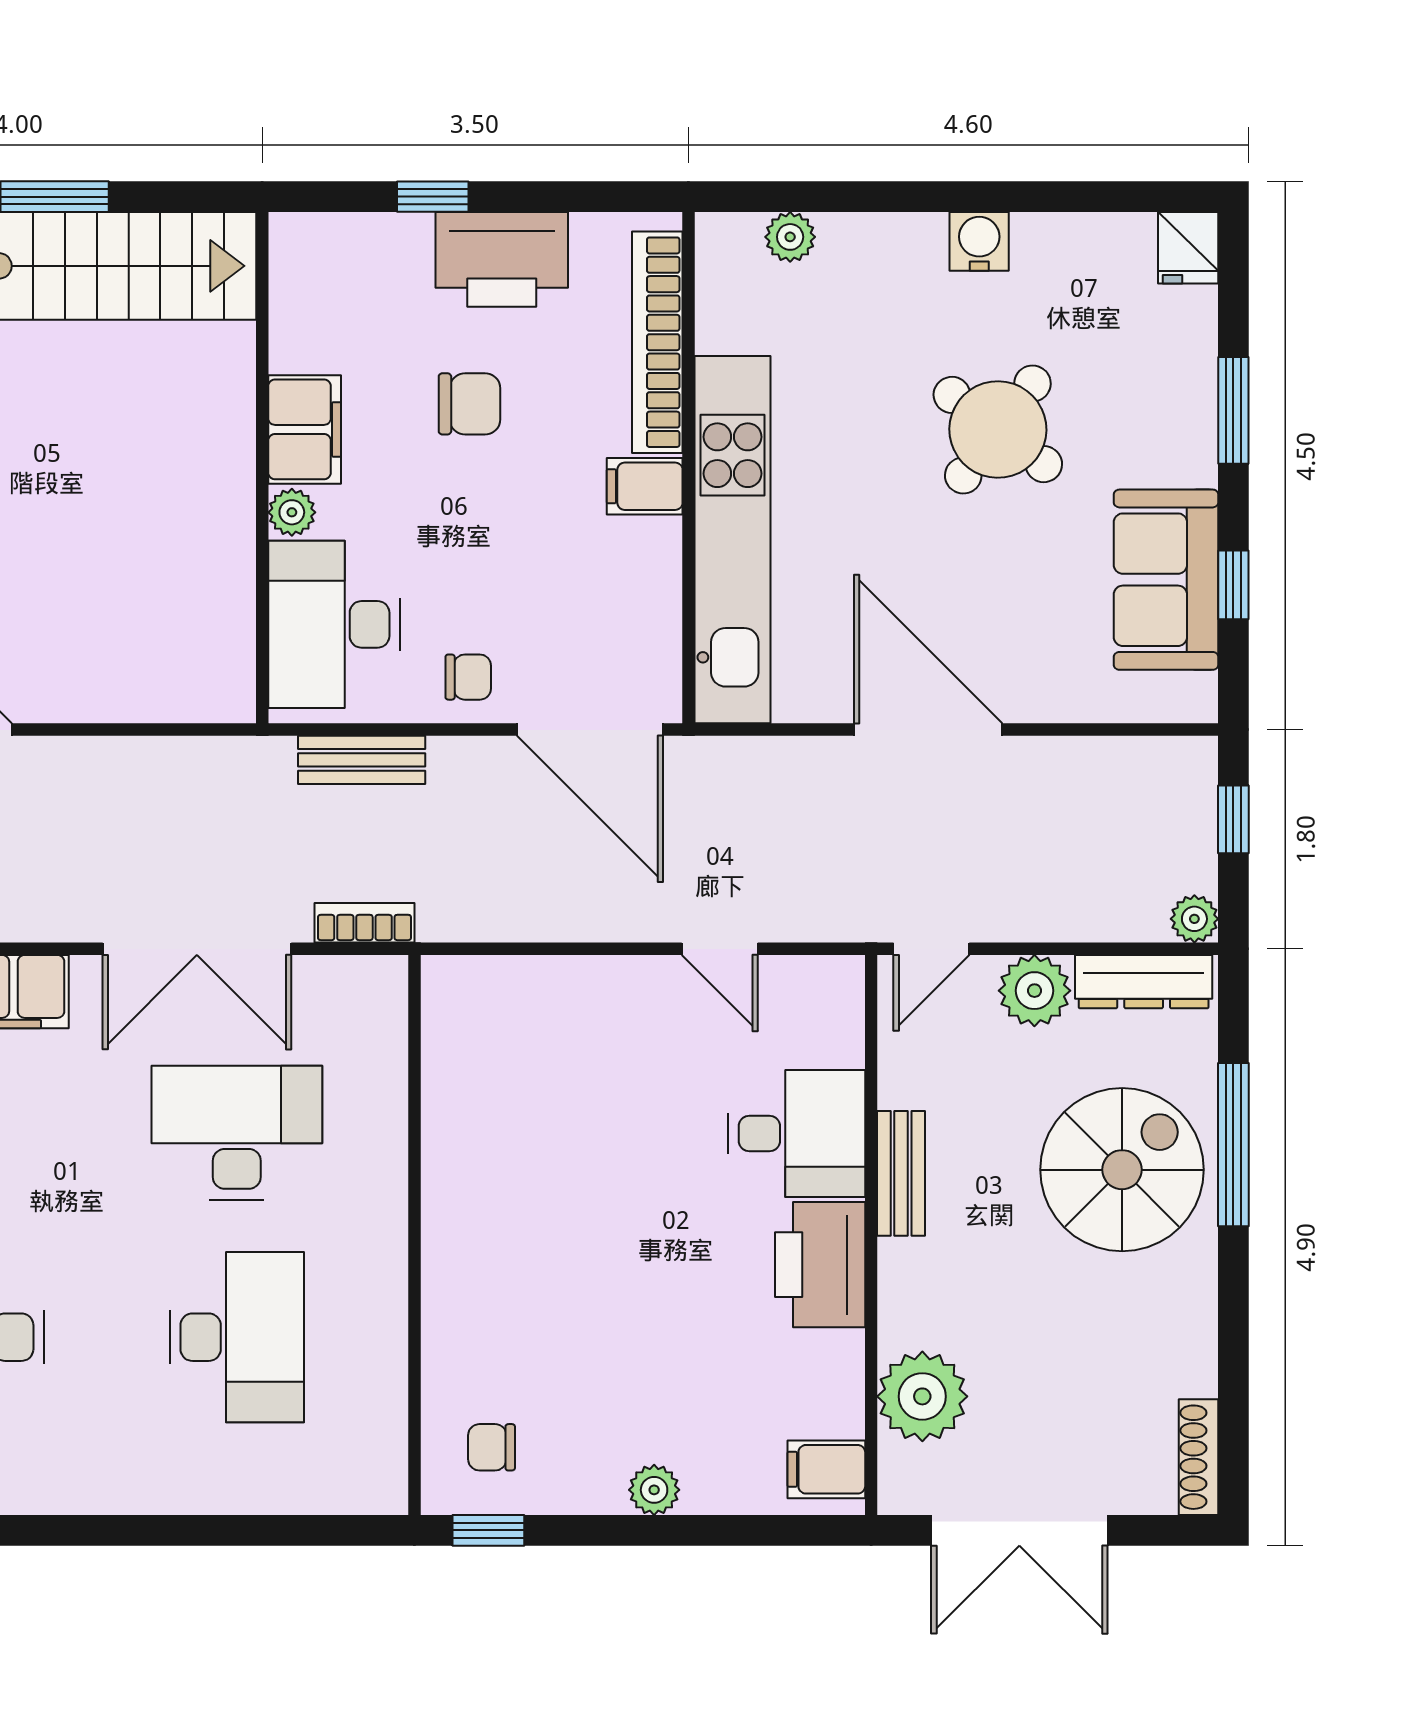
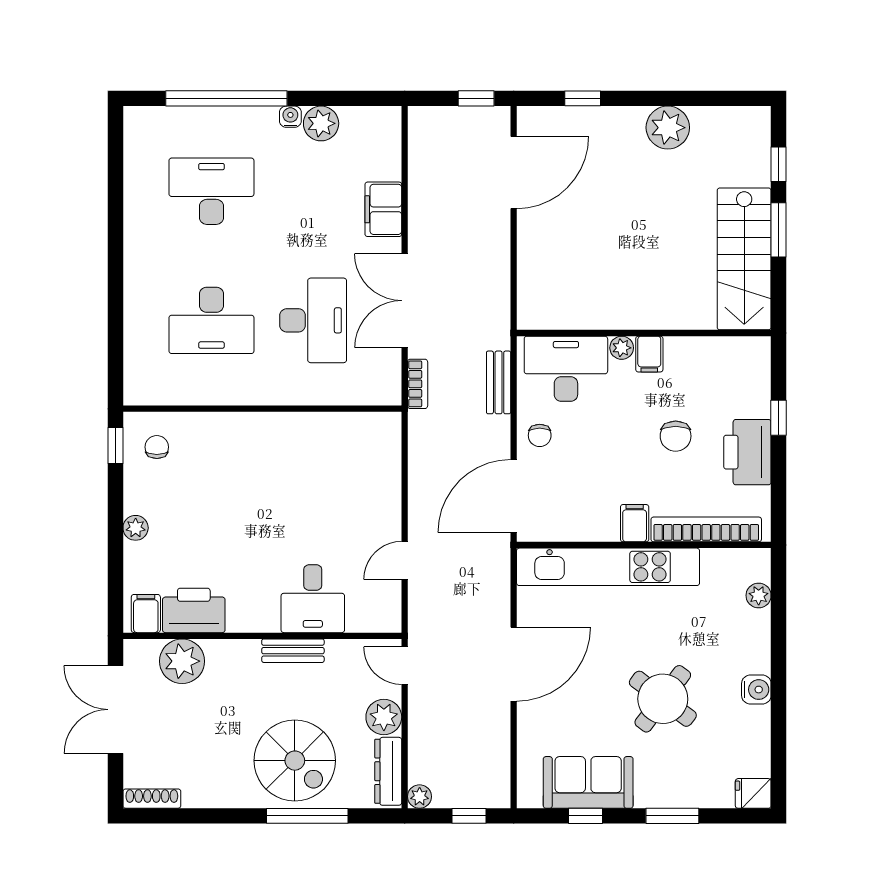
filing cabinet: (305, 429) -> (649, 354), width x0.50
printer: (820, 1265) -> (194, 610), moved

